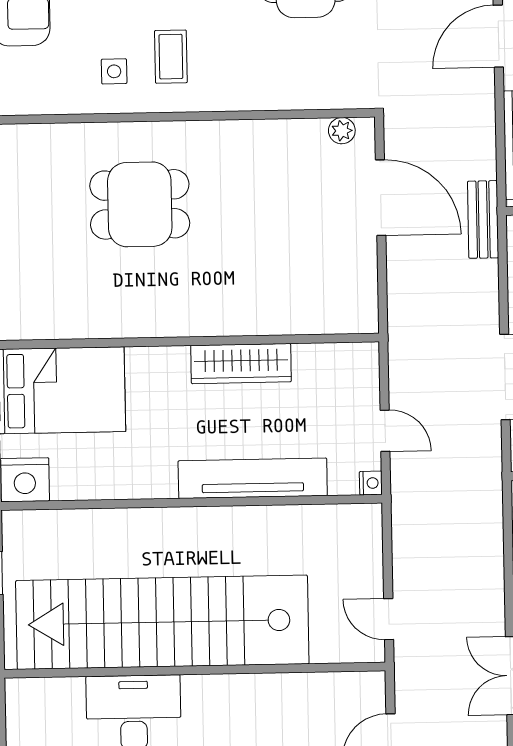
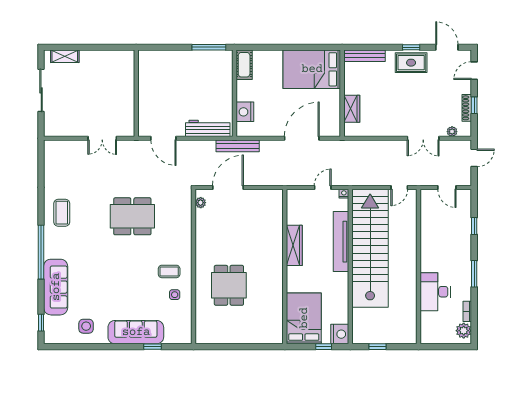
bench: (483, 219) -> (238, 146), width x1.36
stairs: (162, 622) -> (370, 248), moved, turned 180

